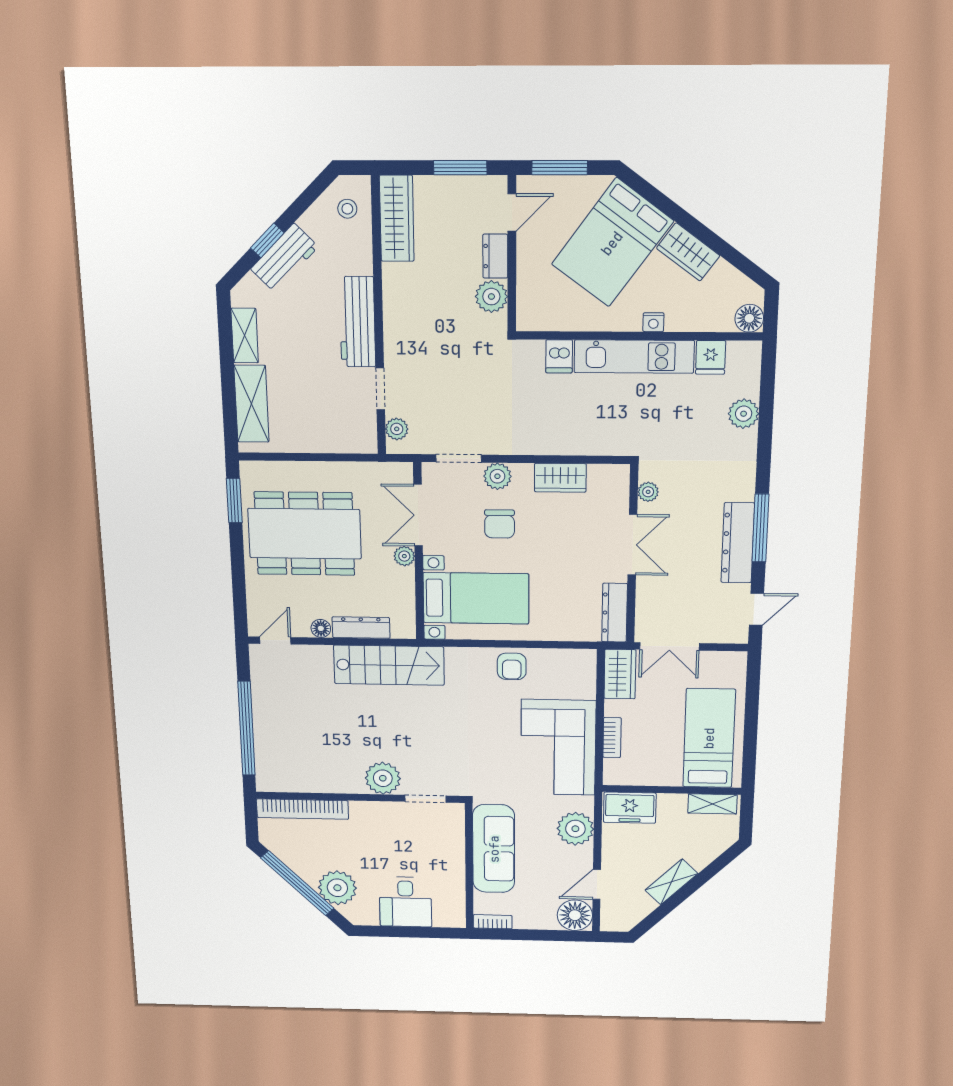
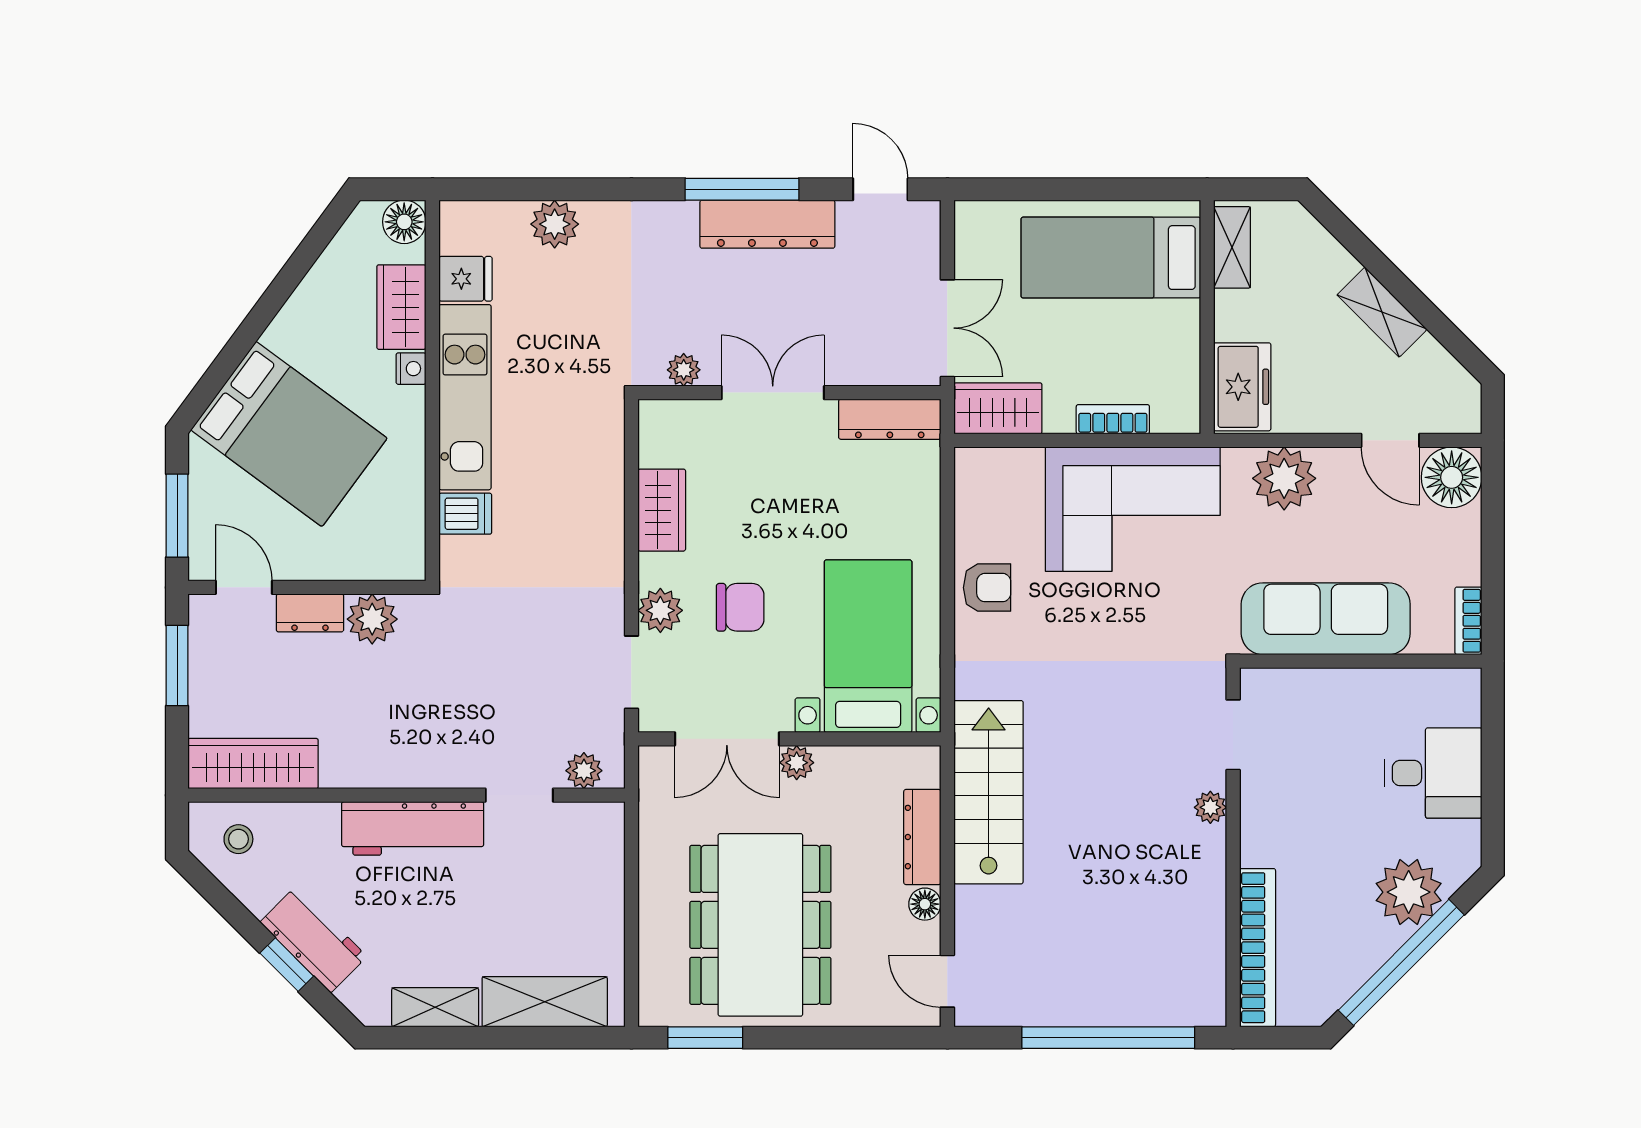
wardrobe: (688, 252) -> (401, 307), moved, turned 144
plant: (383, 778) -> (1210, 807), width x0.53, depth x0.53

